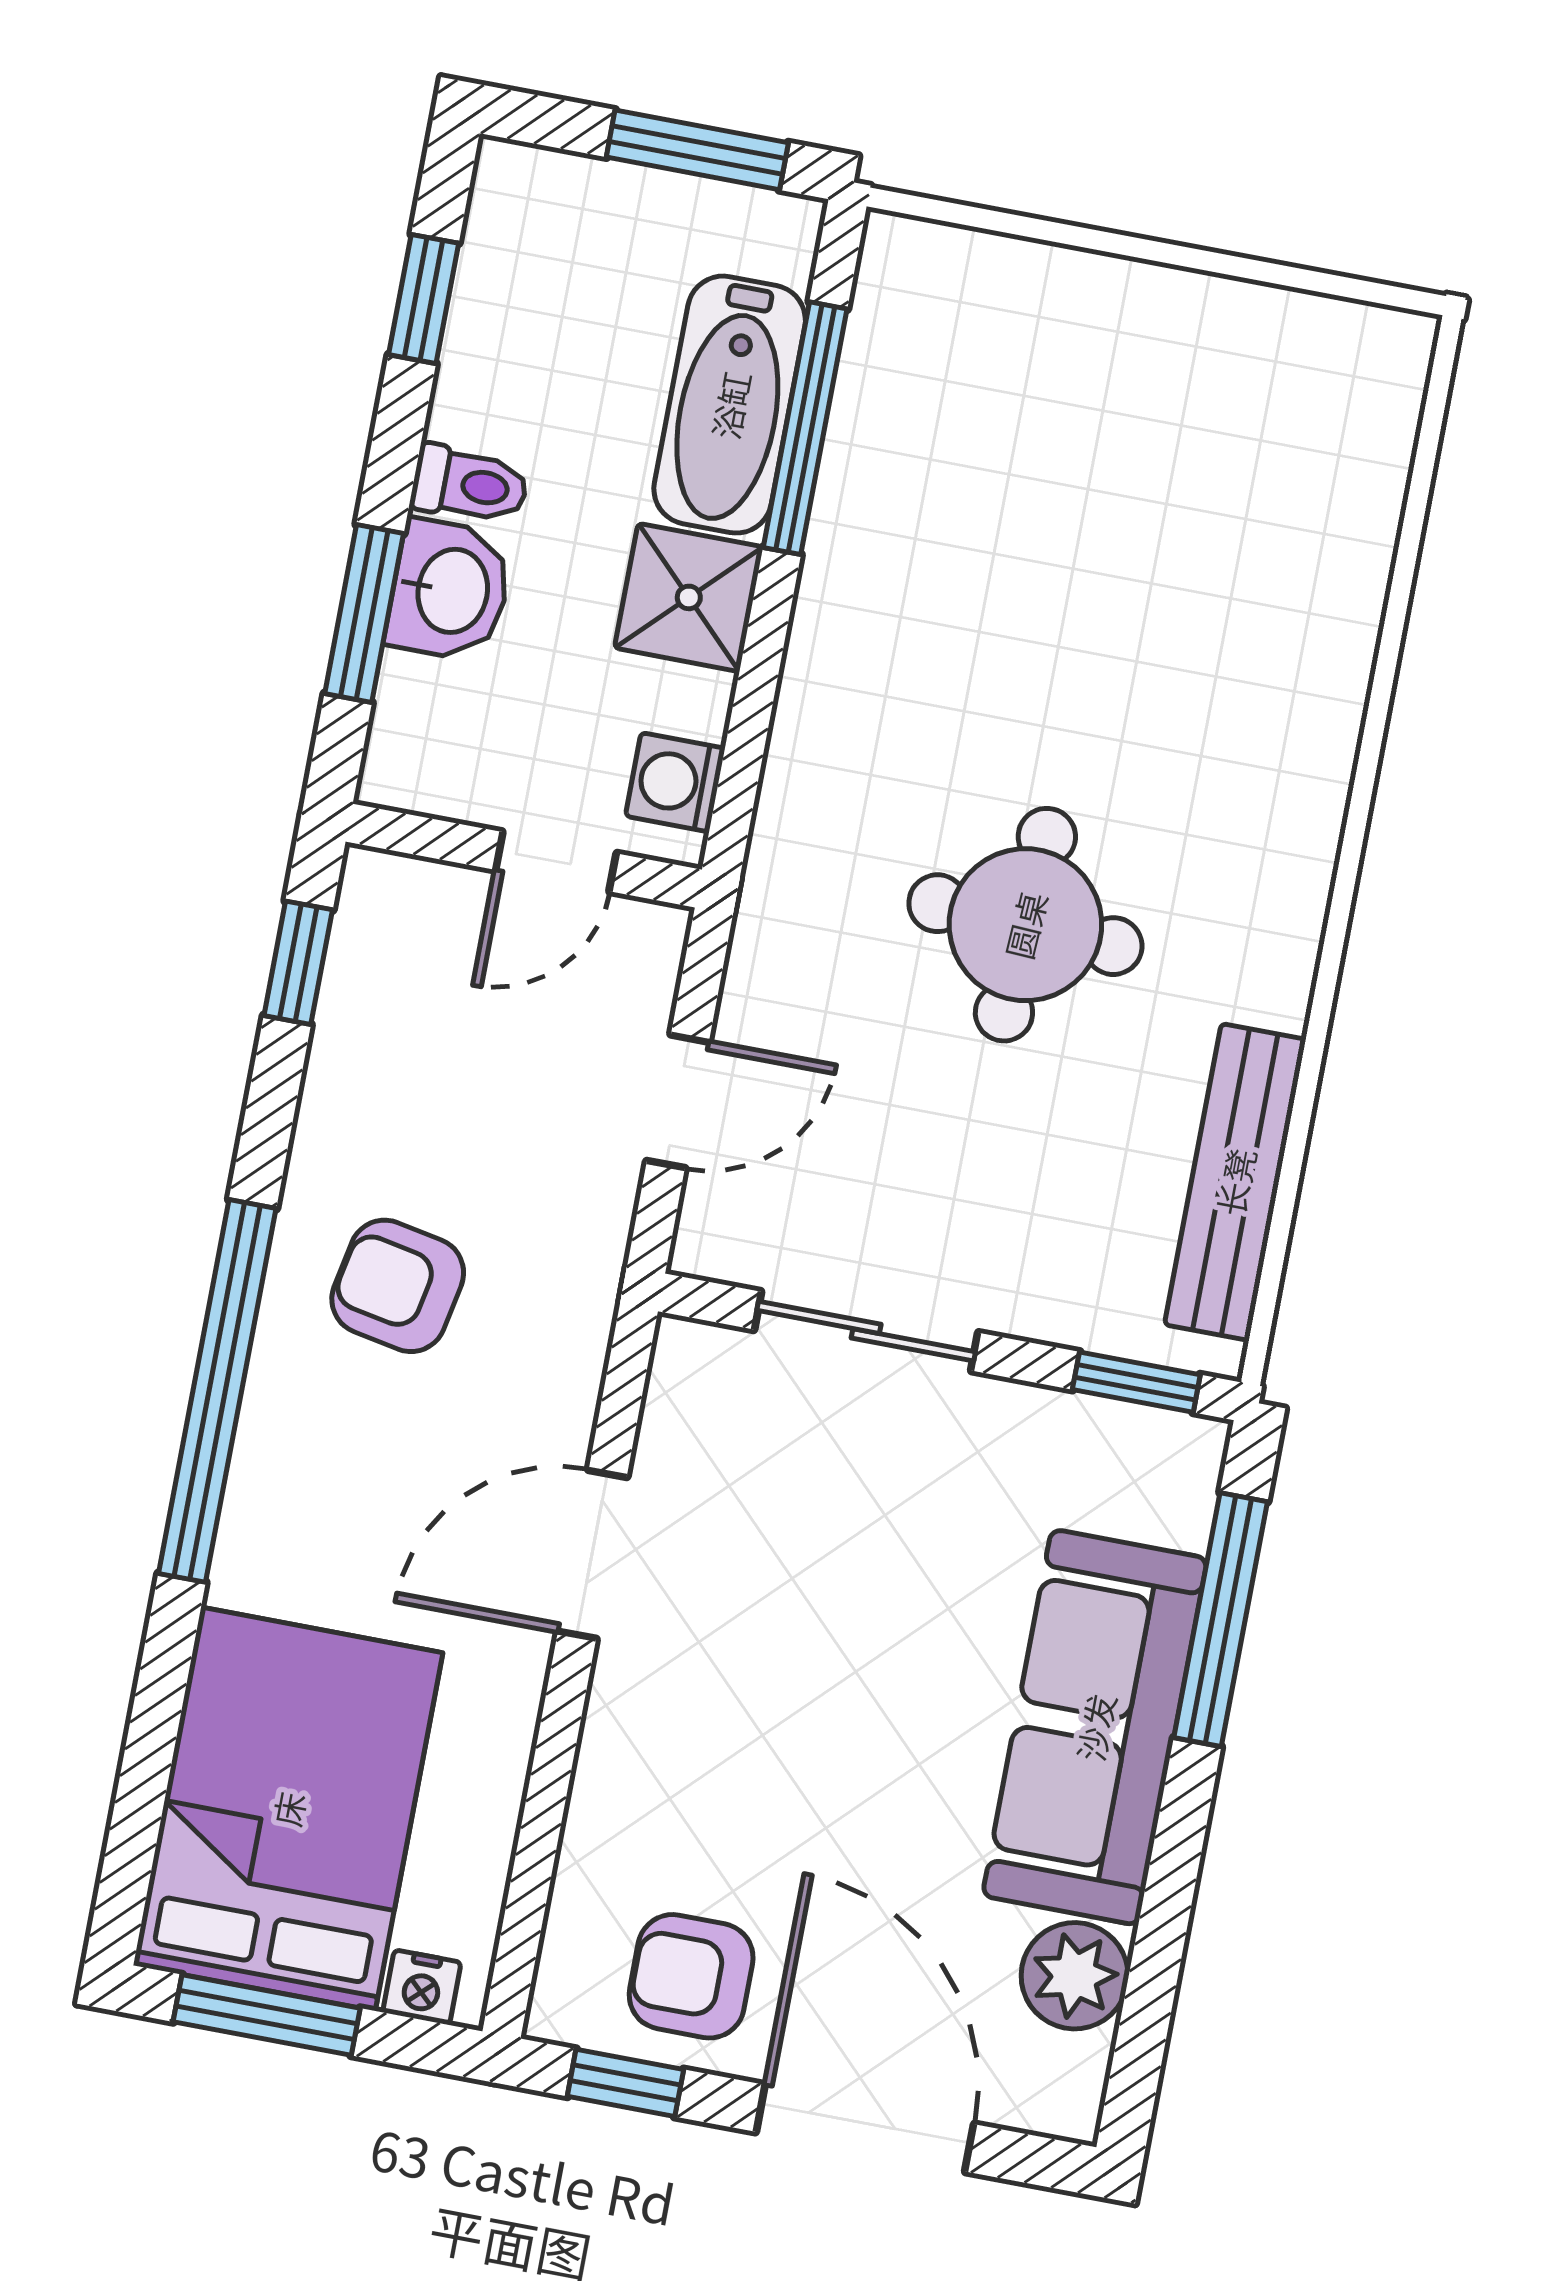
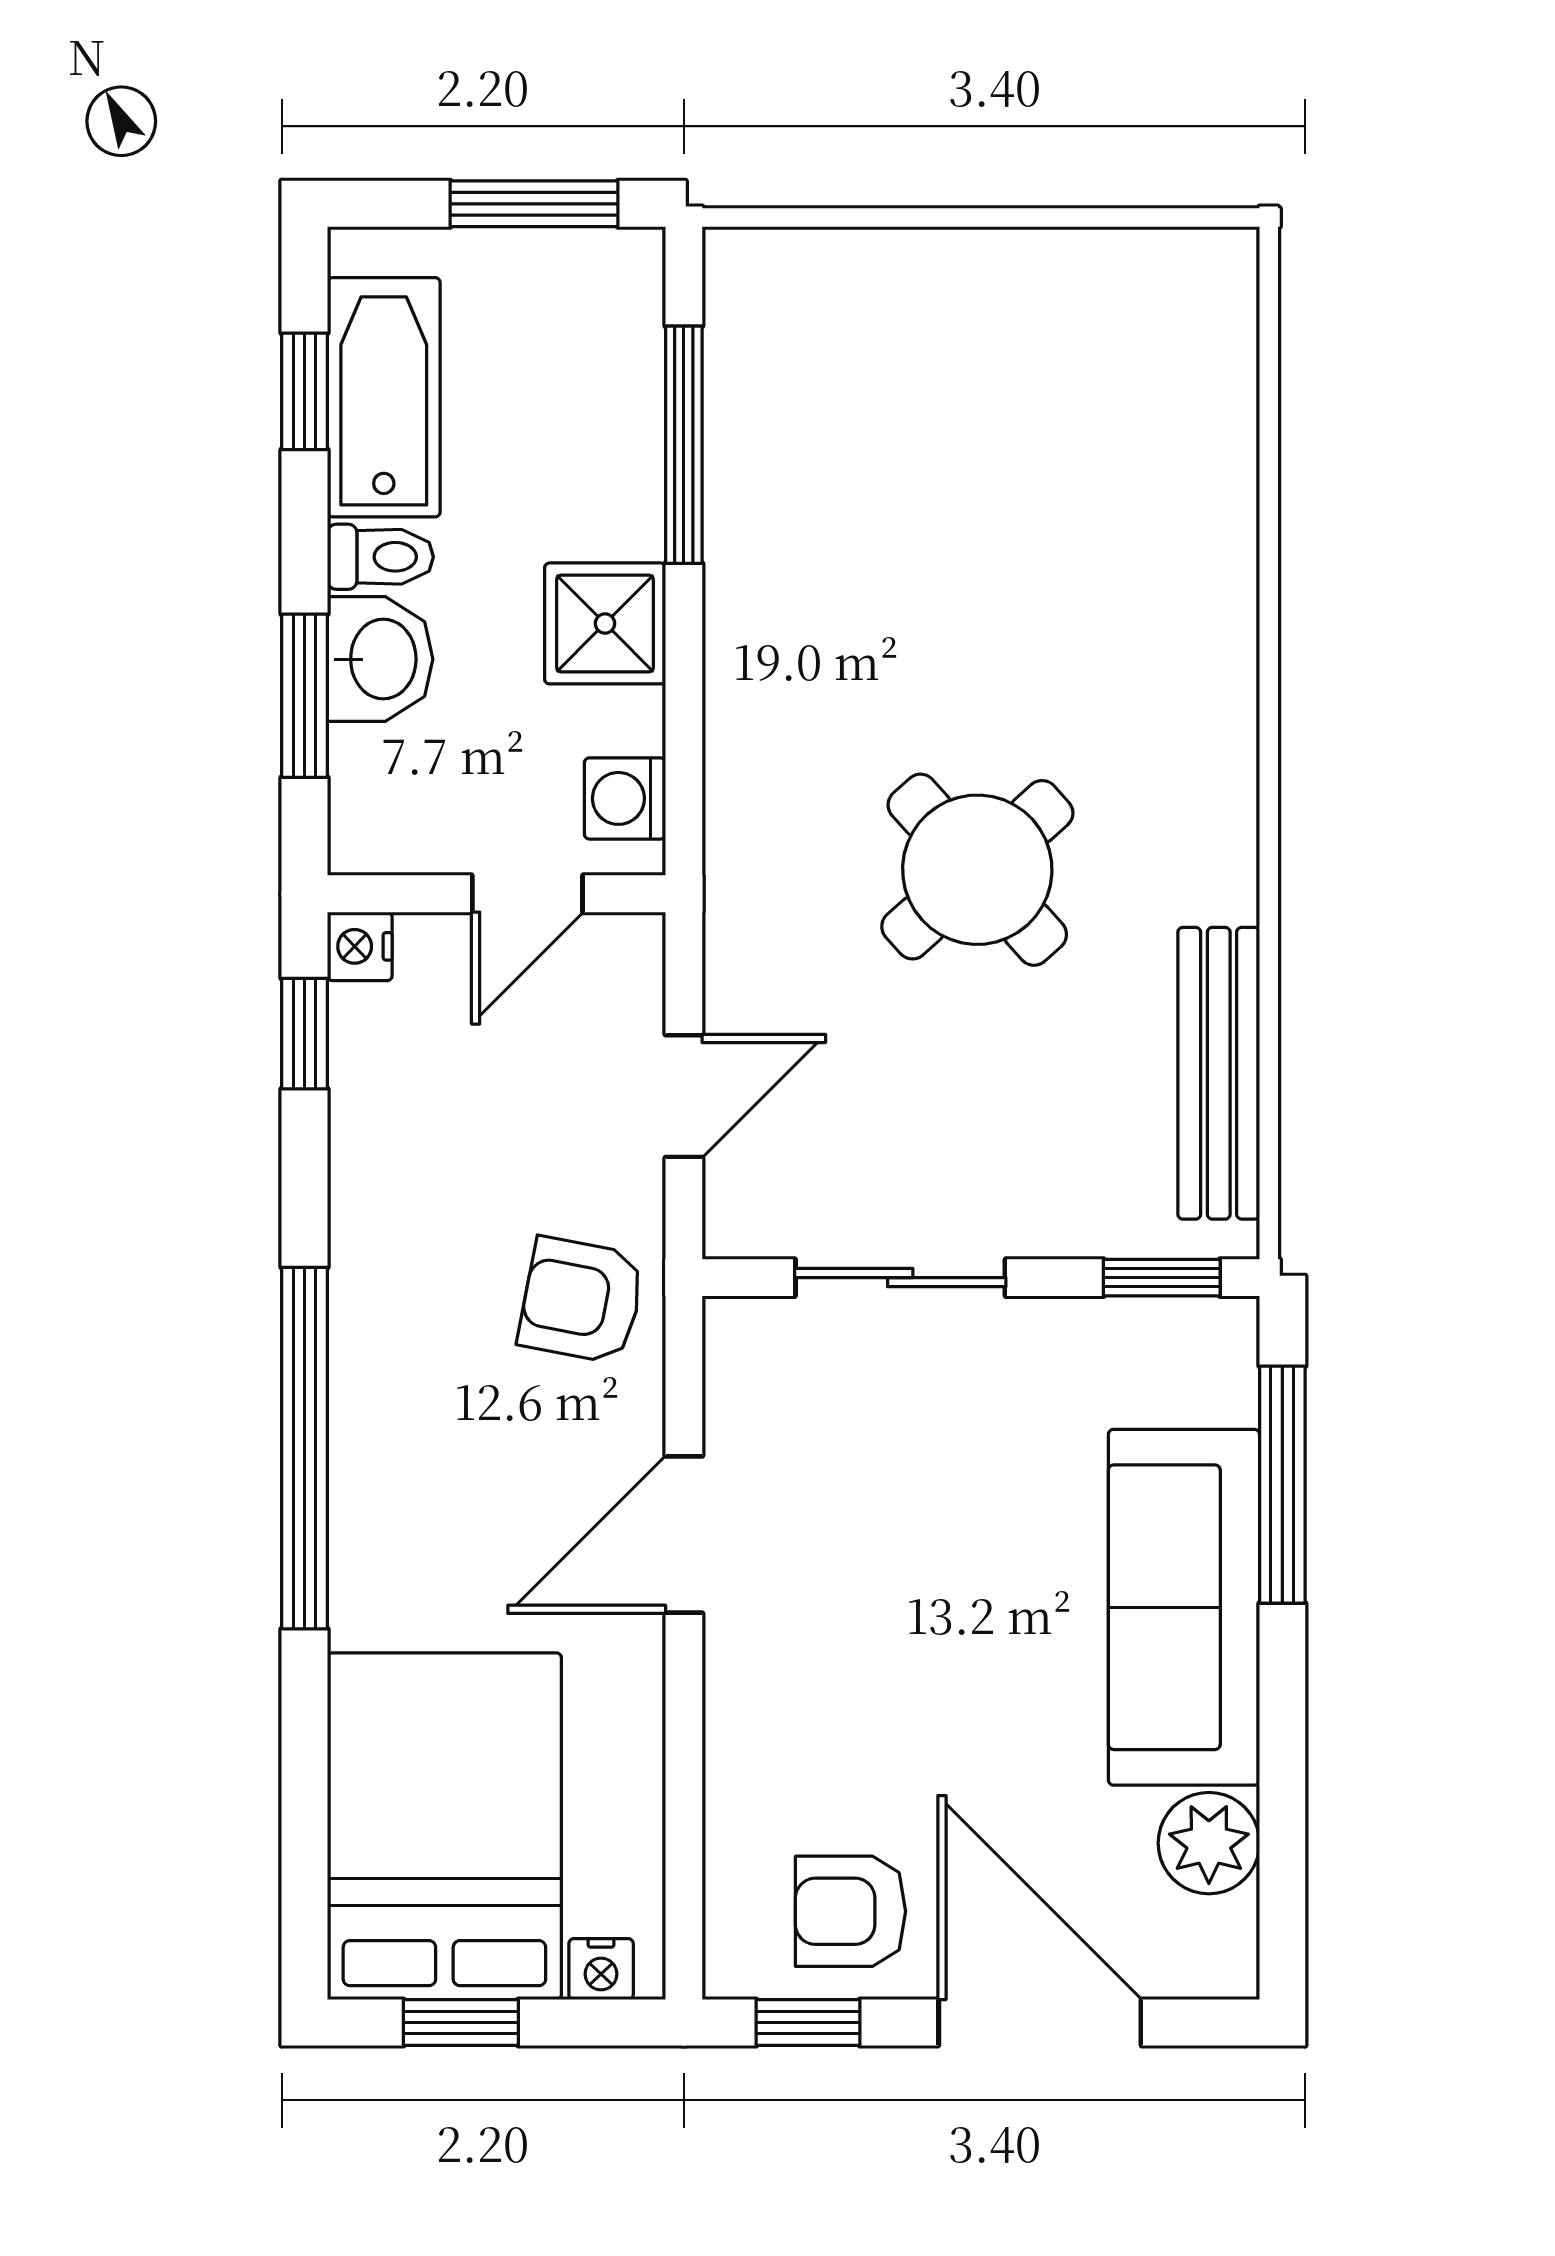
bathtub: (730, 405) -> (384, 397), moved, turned 180
nightstand: (372, 883) -> (360, 946), added
round table: (1025, 925) -> (977, 870), turned 45
armchair: (398, 1286) -> (582, 1300), moved
window: (267, 2015) -> (461, 2022), width x0.67

